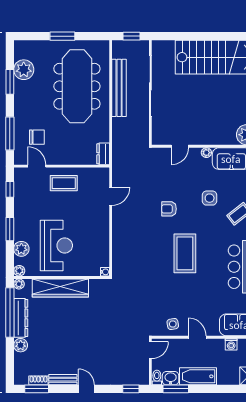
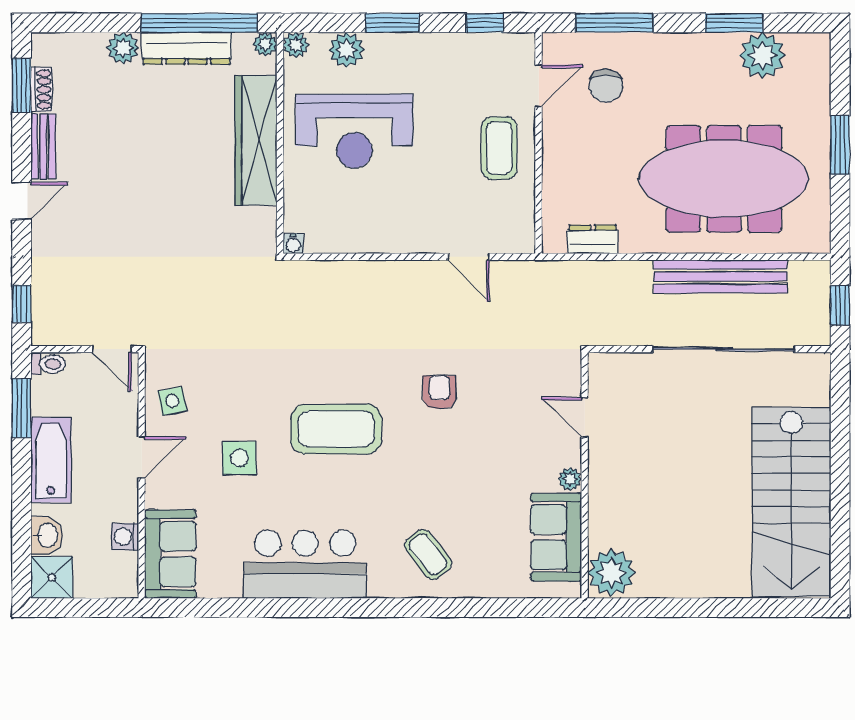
dresser: (103, 154) -> (593, 239), moved
side table: (210, 198) -> (239, 458), moved
washbasin: (171, 378) -> (47, 535), moved

